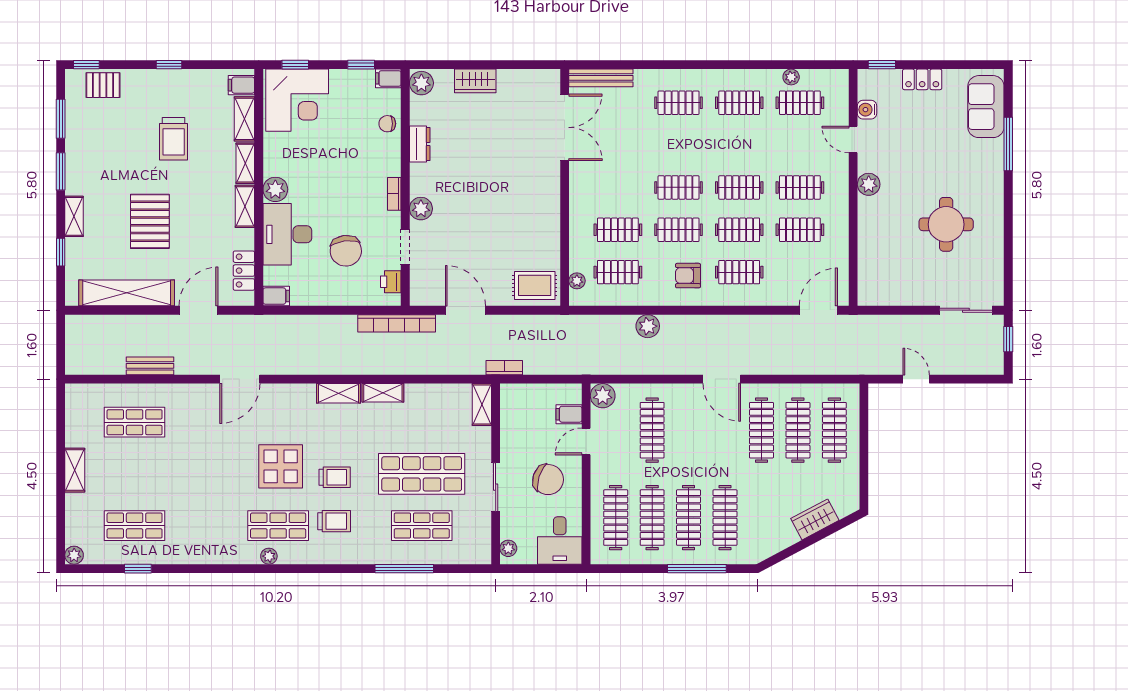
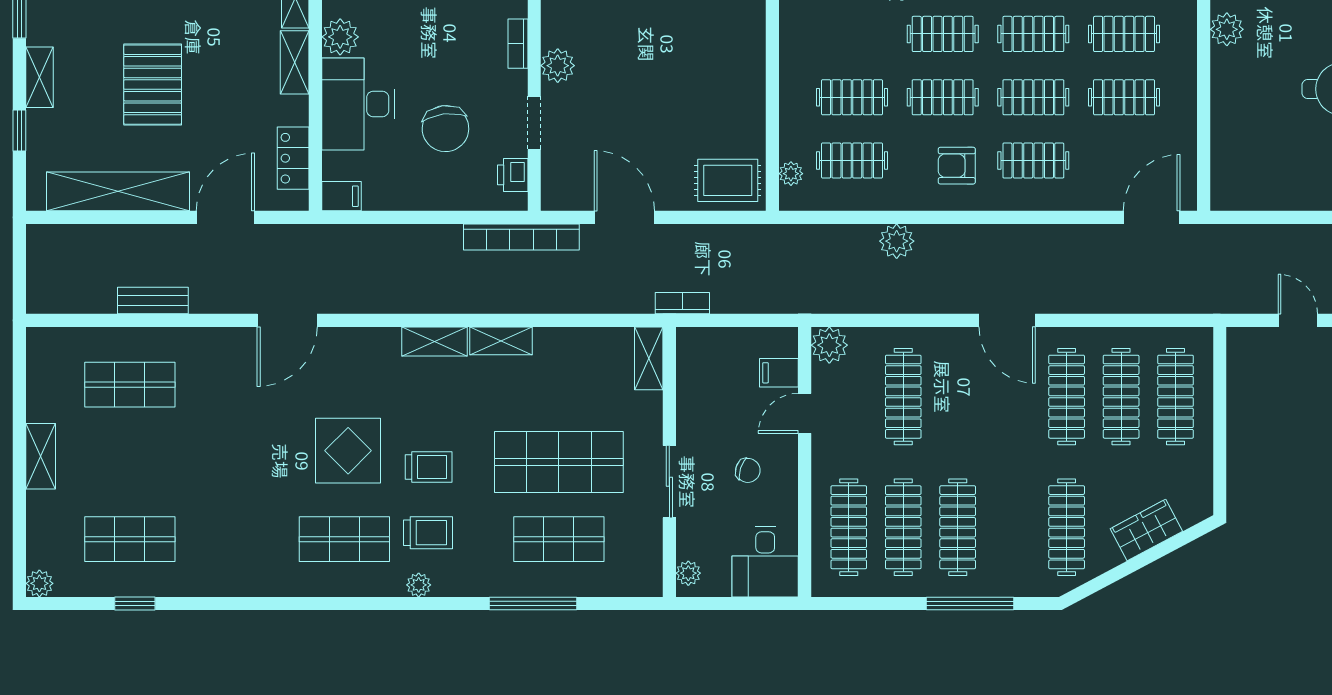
chair: (548, 480) -> (748, 470), width x0.54, depth x0.54
clothes rail: (725, 518) -> (1067, 527), moved
plant: (269, 556) -> (419, 585), moved

